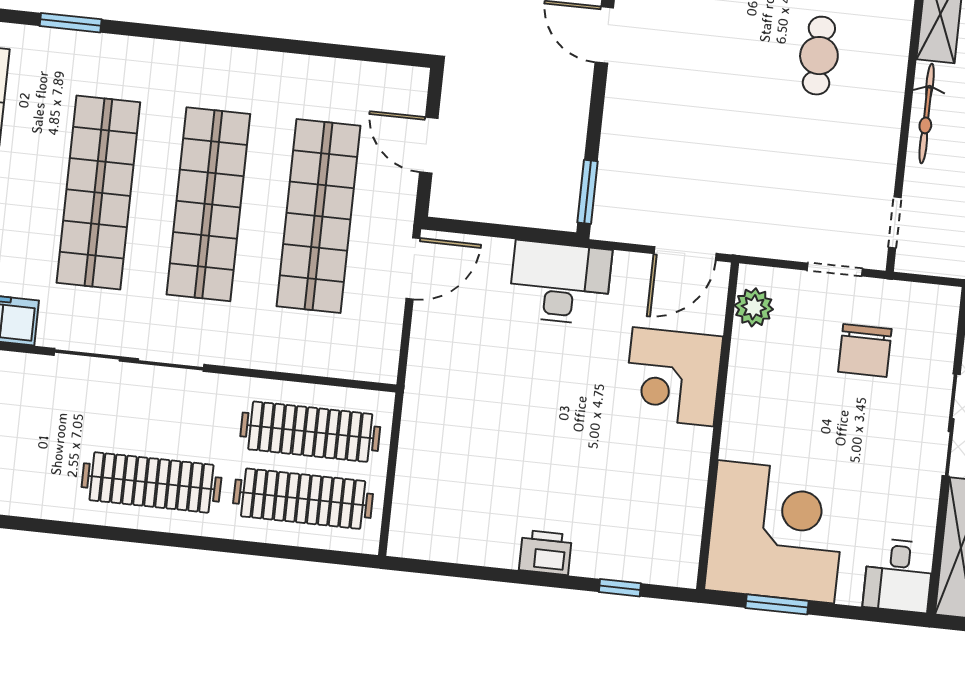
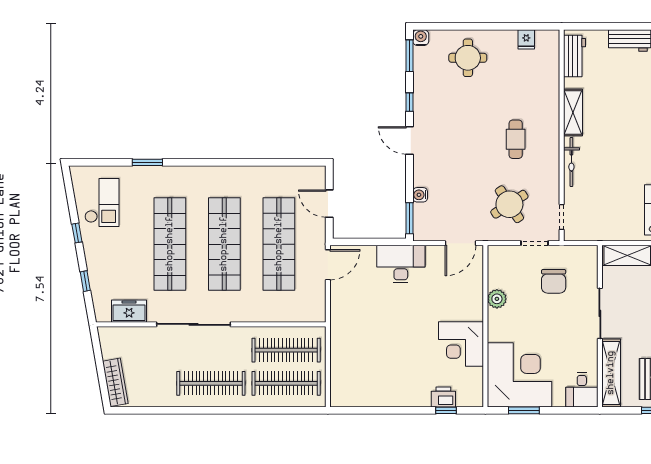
water cooler: (614, 147) -> (420, 195), added
round table: (792, 185) -> (509, 204), added
plant: (754, 307) -> (497, 299), moved
corner desk: (673, 377) -> (461, 344), moved
printer: (545, 552) -> (443, 397), moved

